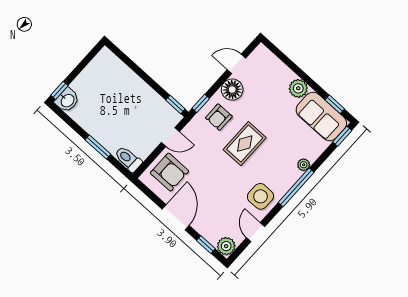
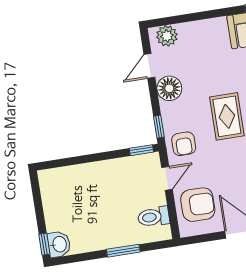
plant: (298, 88) -> (167, 36), moved
armchair: (219, 117) -> (184, 144), moved
toilet: (128, 159) -> (154, 217), moved

